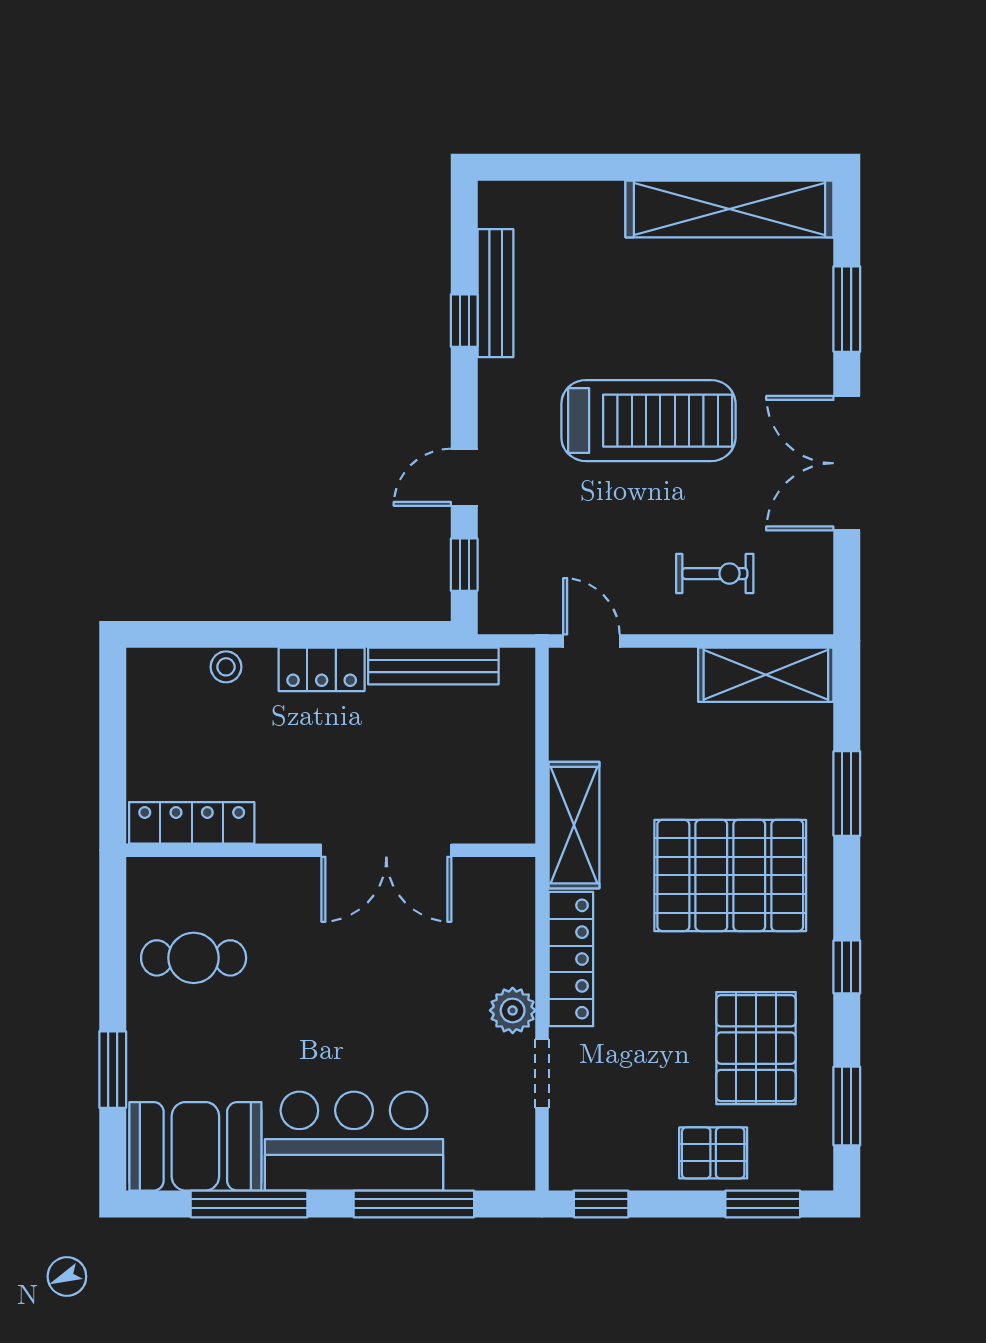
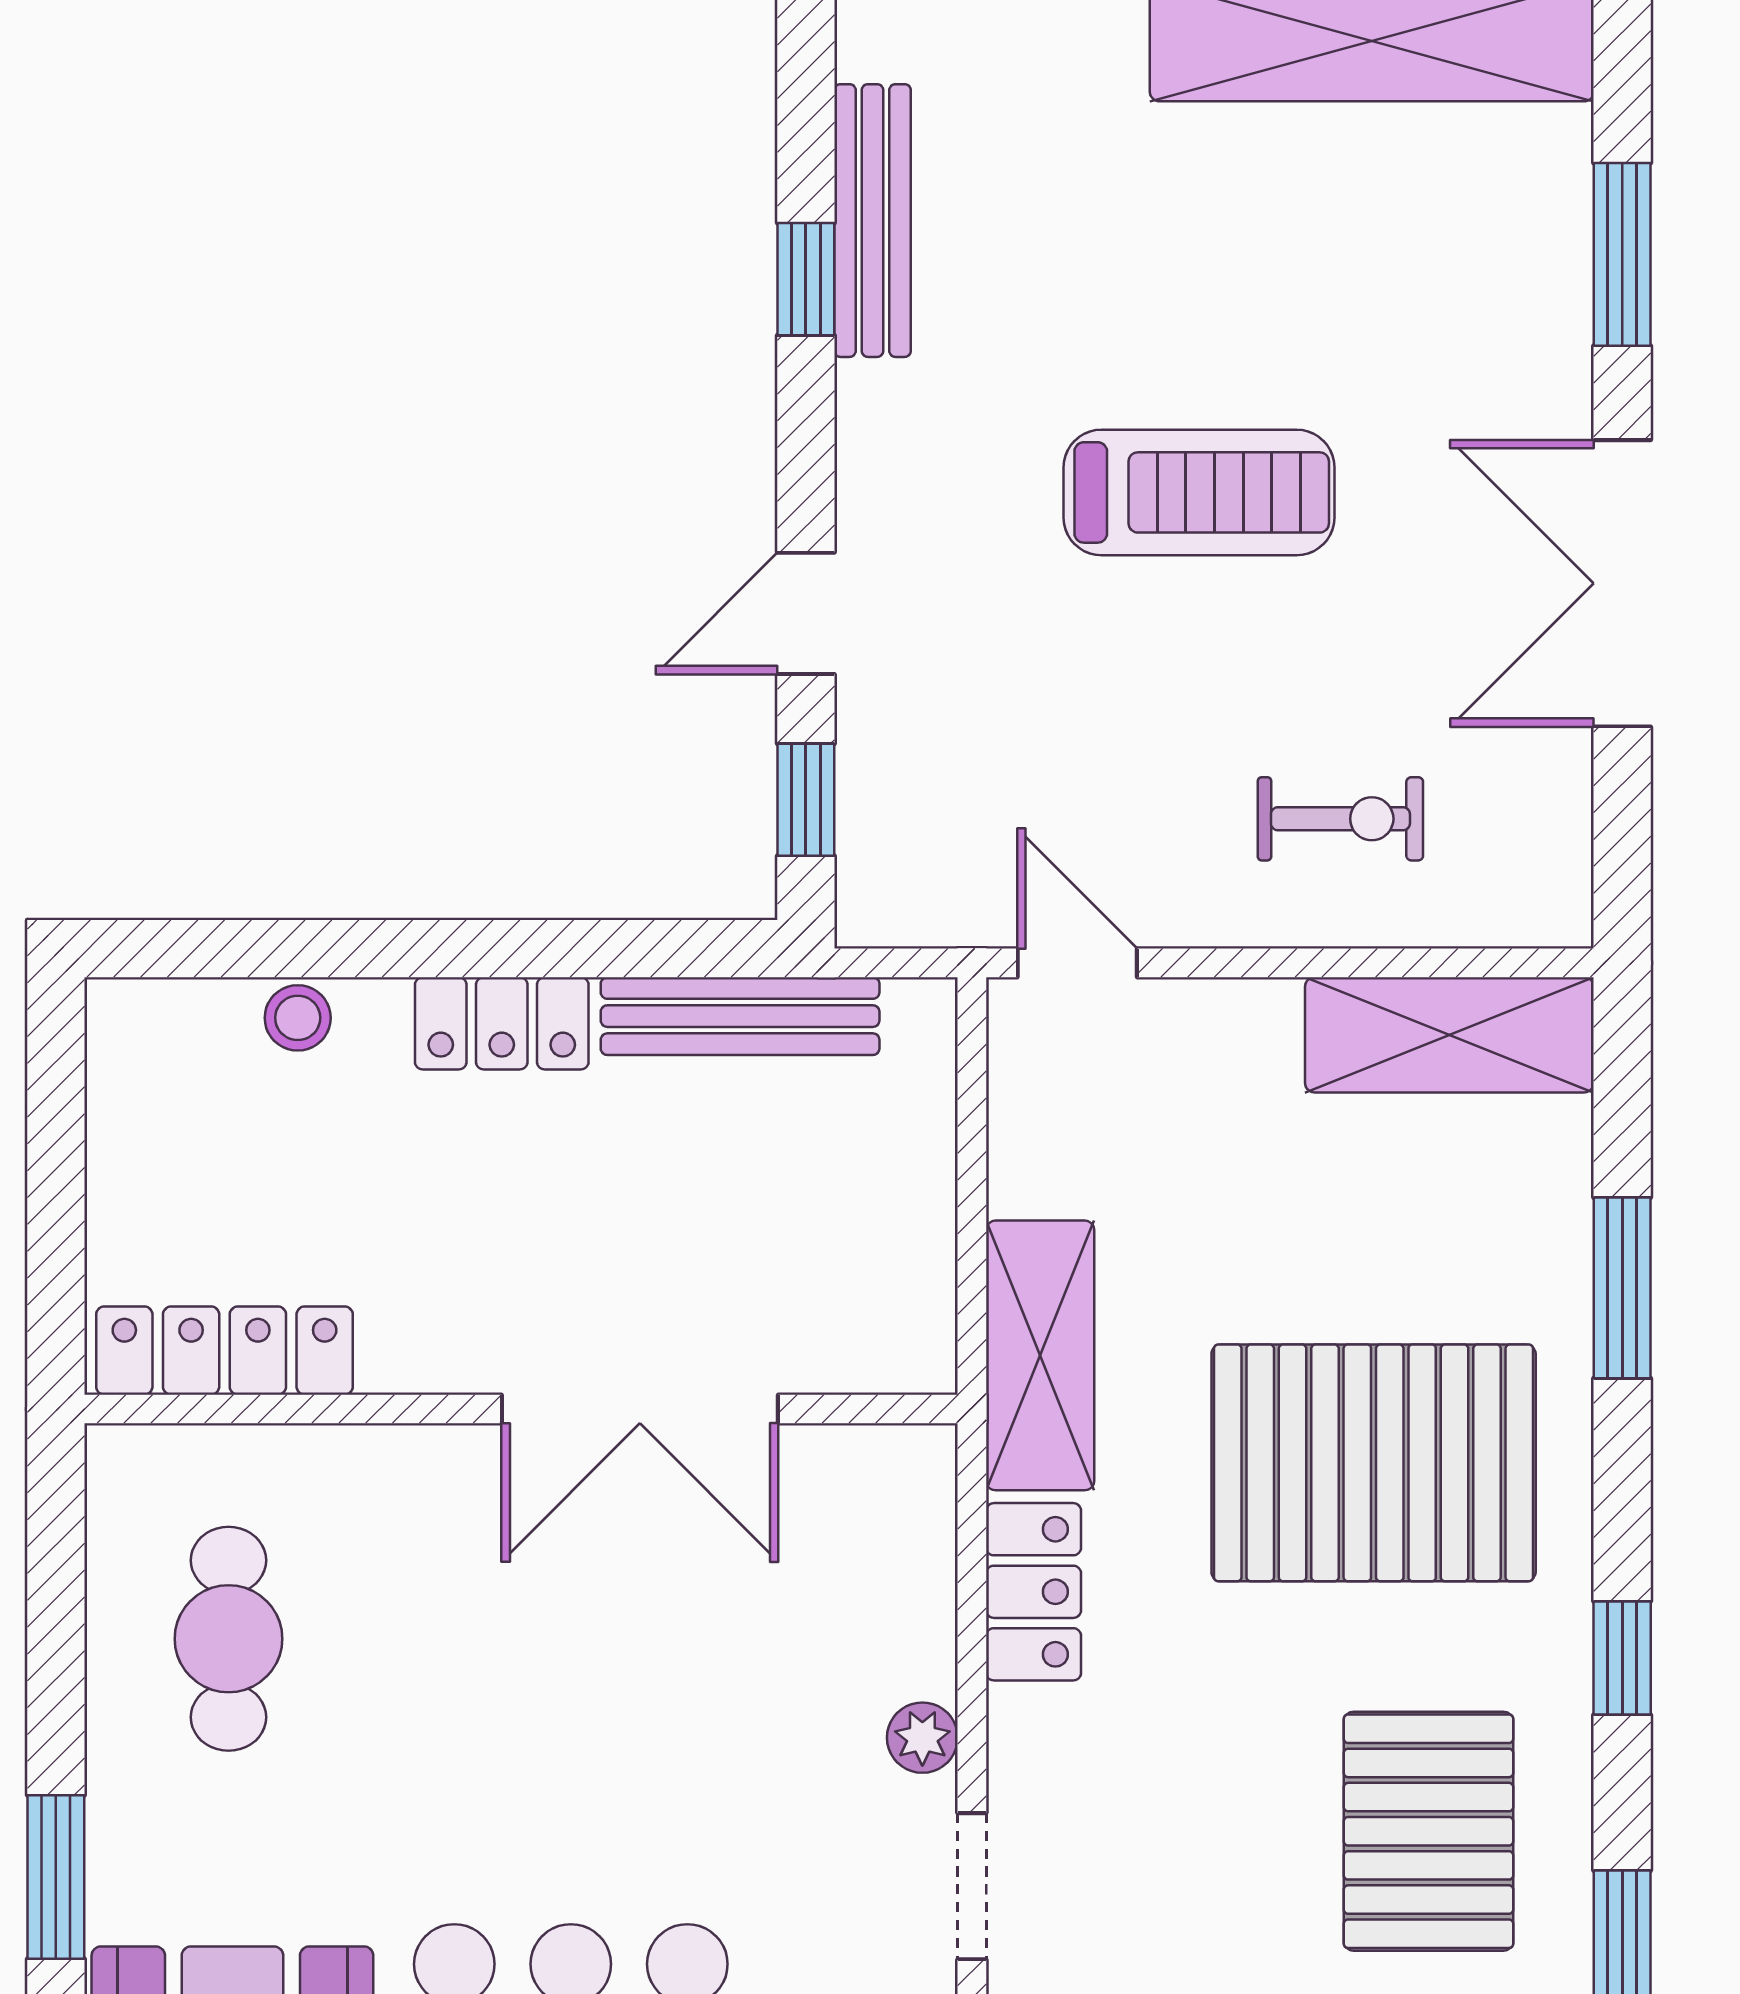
treadmill: (648, 421) -> (1199, 492), width x0.73, depth x0.73
cafe table: (194, 958) -> (228, 1639), turned 90
locker: (571, 959) -> (1034, 1592), width x0.66
plant: (513, 1010) -> (922, 1738), width x0.73, depth x0.73

